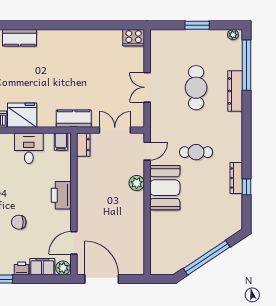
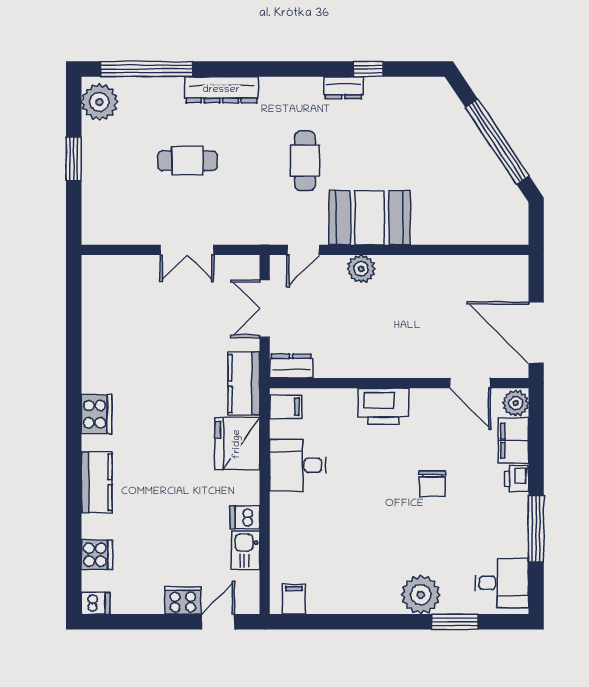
plant: (233, 35) -> (99, 102), width x1.88, depth x1.88
cooker: (134, 38) -> (96, 414), moved
cafe table: (196, 88) -> (188, 161), width x0.73, depth x0.74
dresser: (235, 91) -> (221, 90), moved
fridge: (22, 115) -> (237, 444), moved
door: (147, 151) -> (303, 250), swing flipped
dresser: (236, 178) -> (343, 88), width x0.70
door: (102, 279) -> (536, 333), hinge flipped

